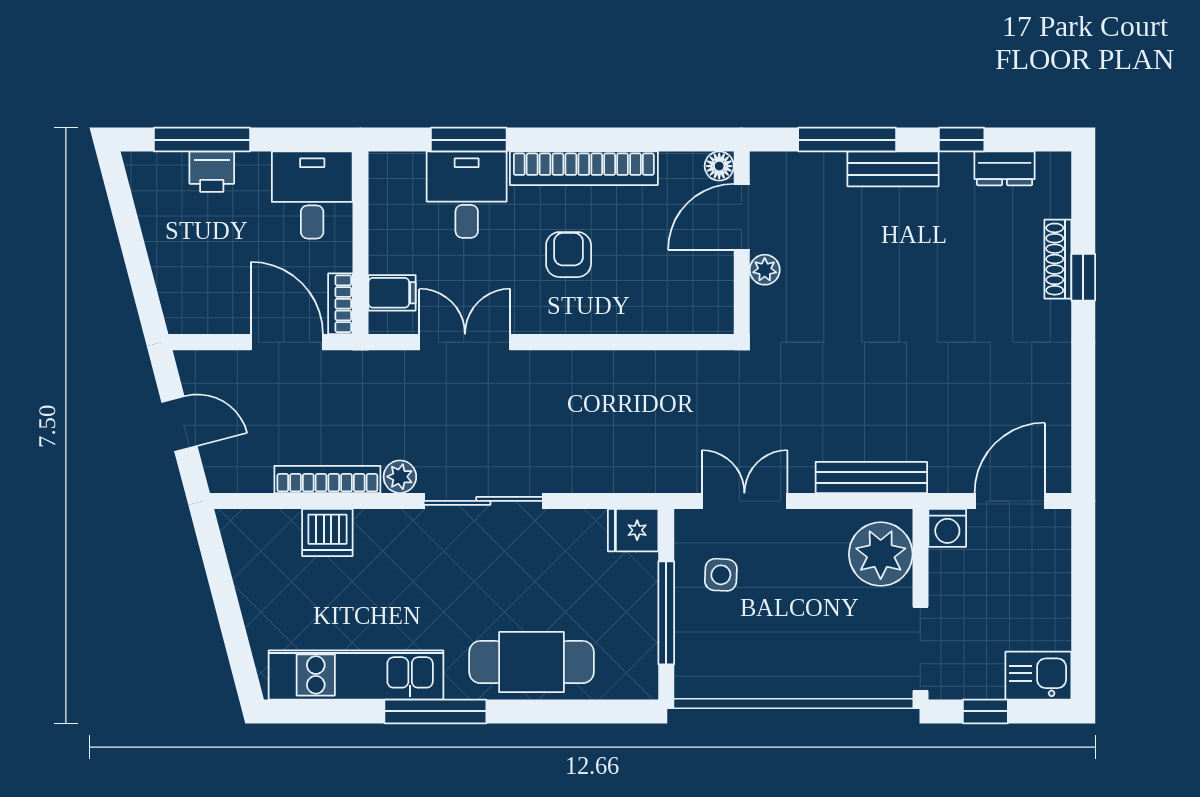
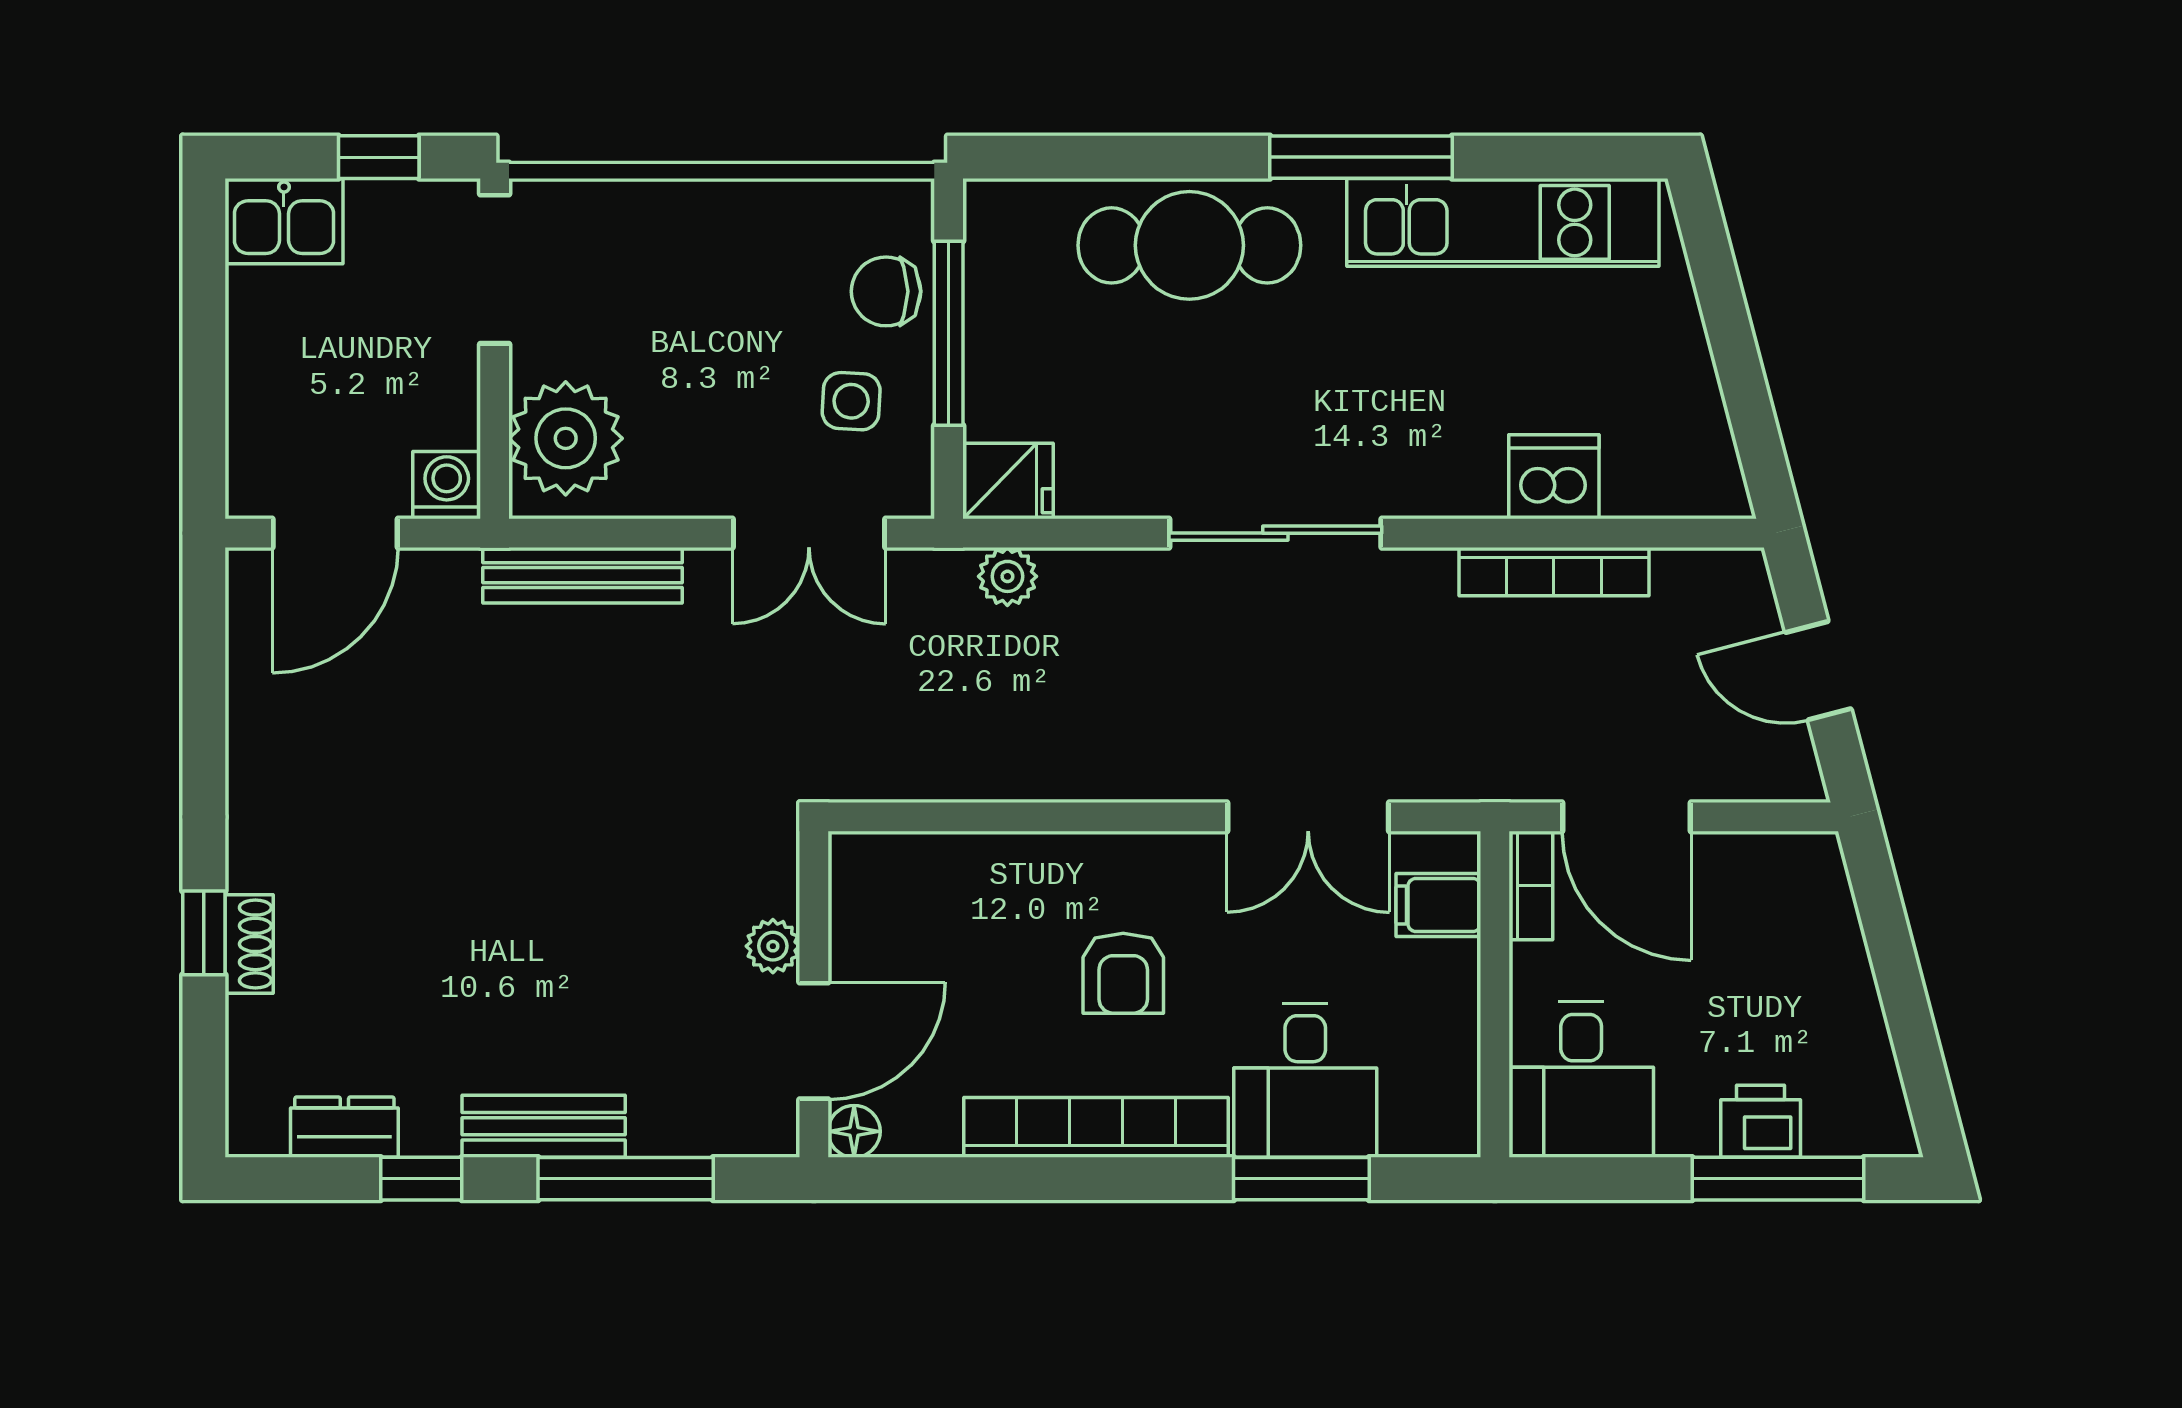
shoe rack: (1058, 259) -> (249, 944), width x0.70
plant: (400, 477) -> (1007, 576), moved
chair: (701, 636) -> (886, 291), added

